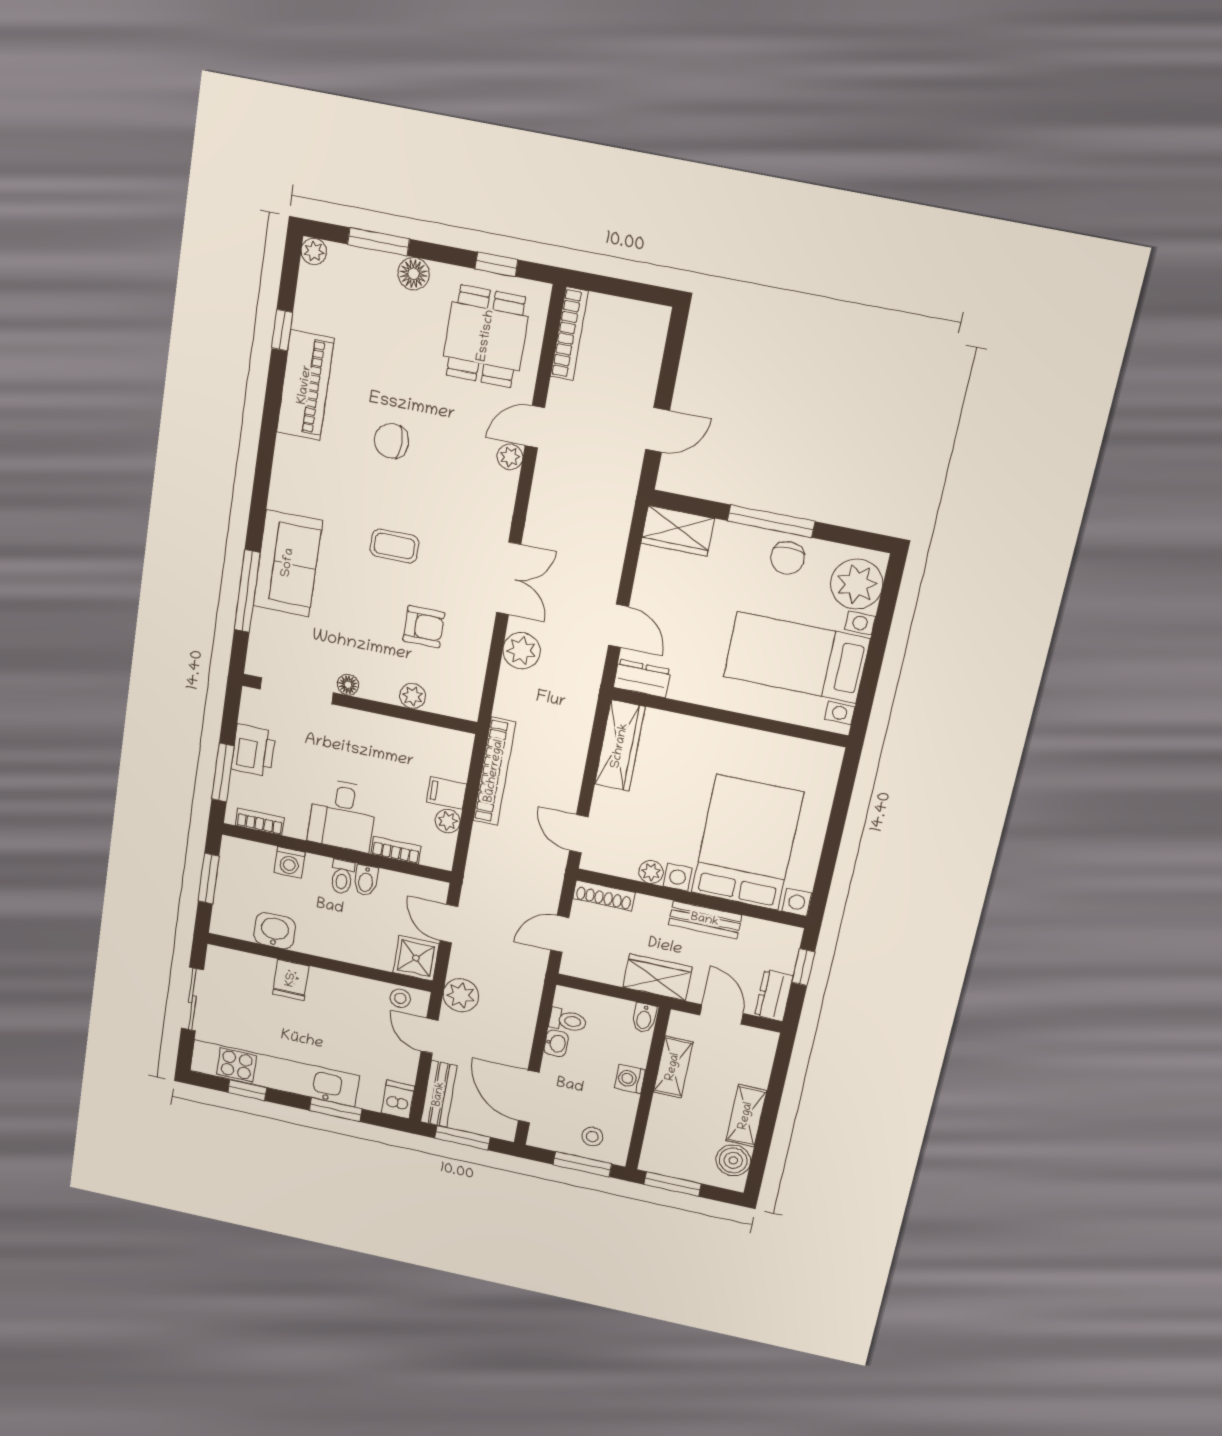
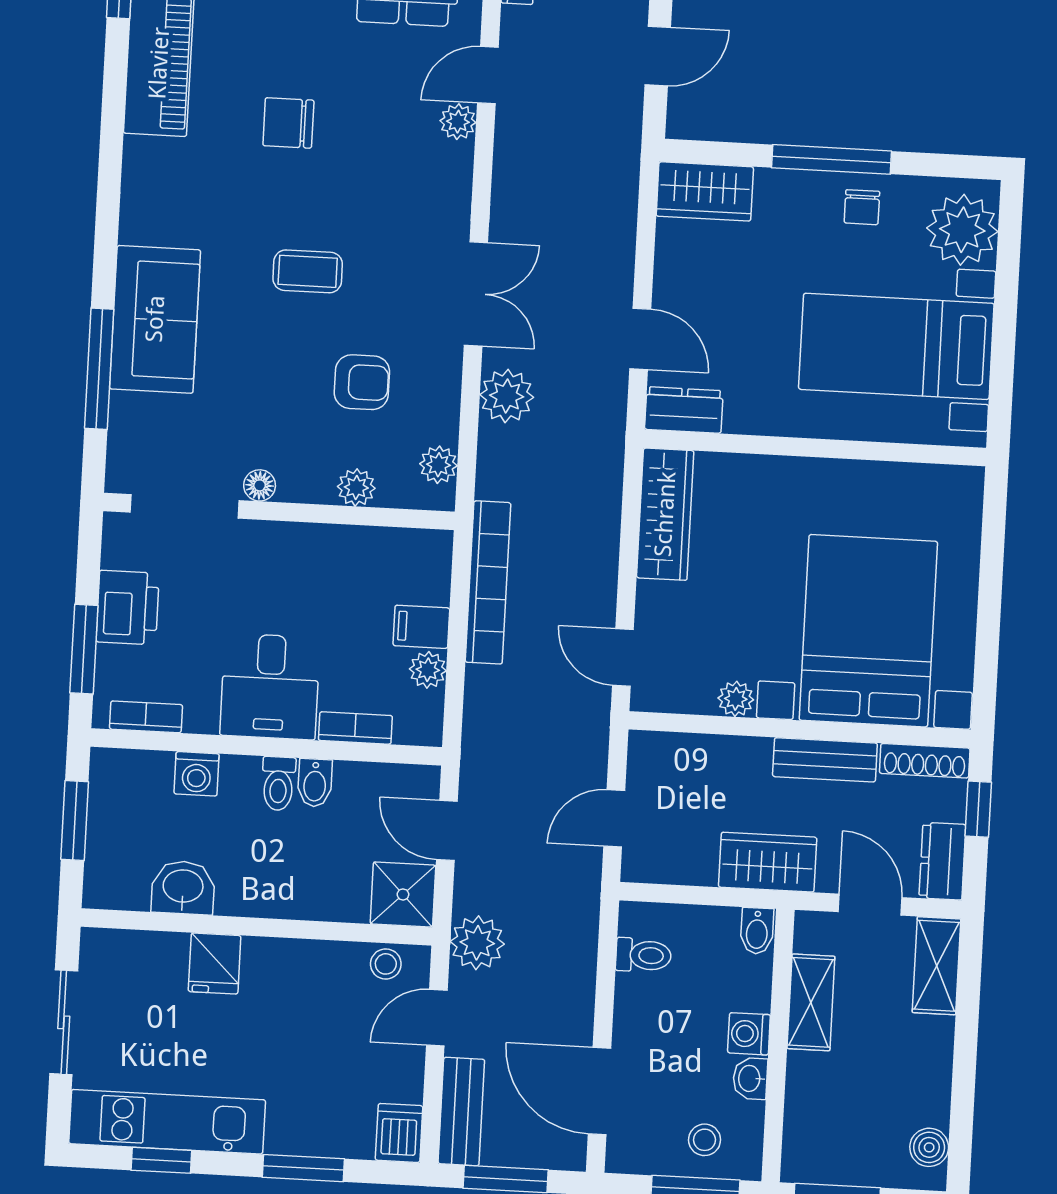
chair: (788, 558) -> (862, 207), width x0.73, depth x0.73
plant: (470, 689) -> (438, 465), added
shoe rack: (604, 896) -> (925, 761), moved
door: (429, 1036) -> (437, 1018), hinge flipped
washbasin: (556, 1043) -> (750, 1078), moved, turned 180
kitchen unit: (275, 1073) -> (167, 1122), width x0.73
shelving: (746, 1116) -> (937, 966), moved
boiler: (733, 1160) -> (929, 1147), width x0.73, depth x0.73

